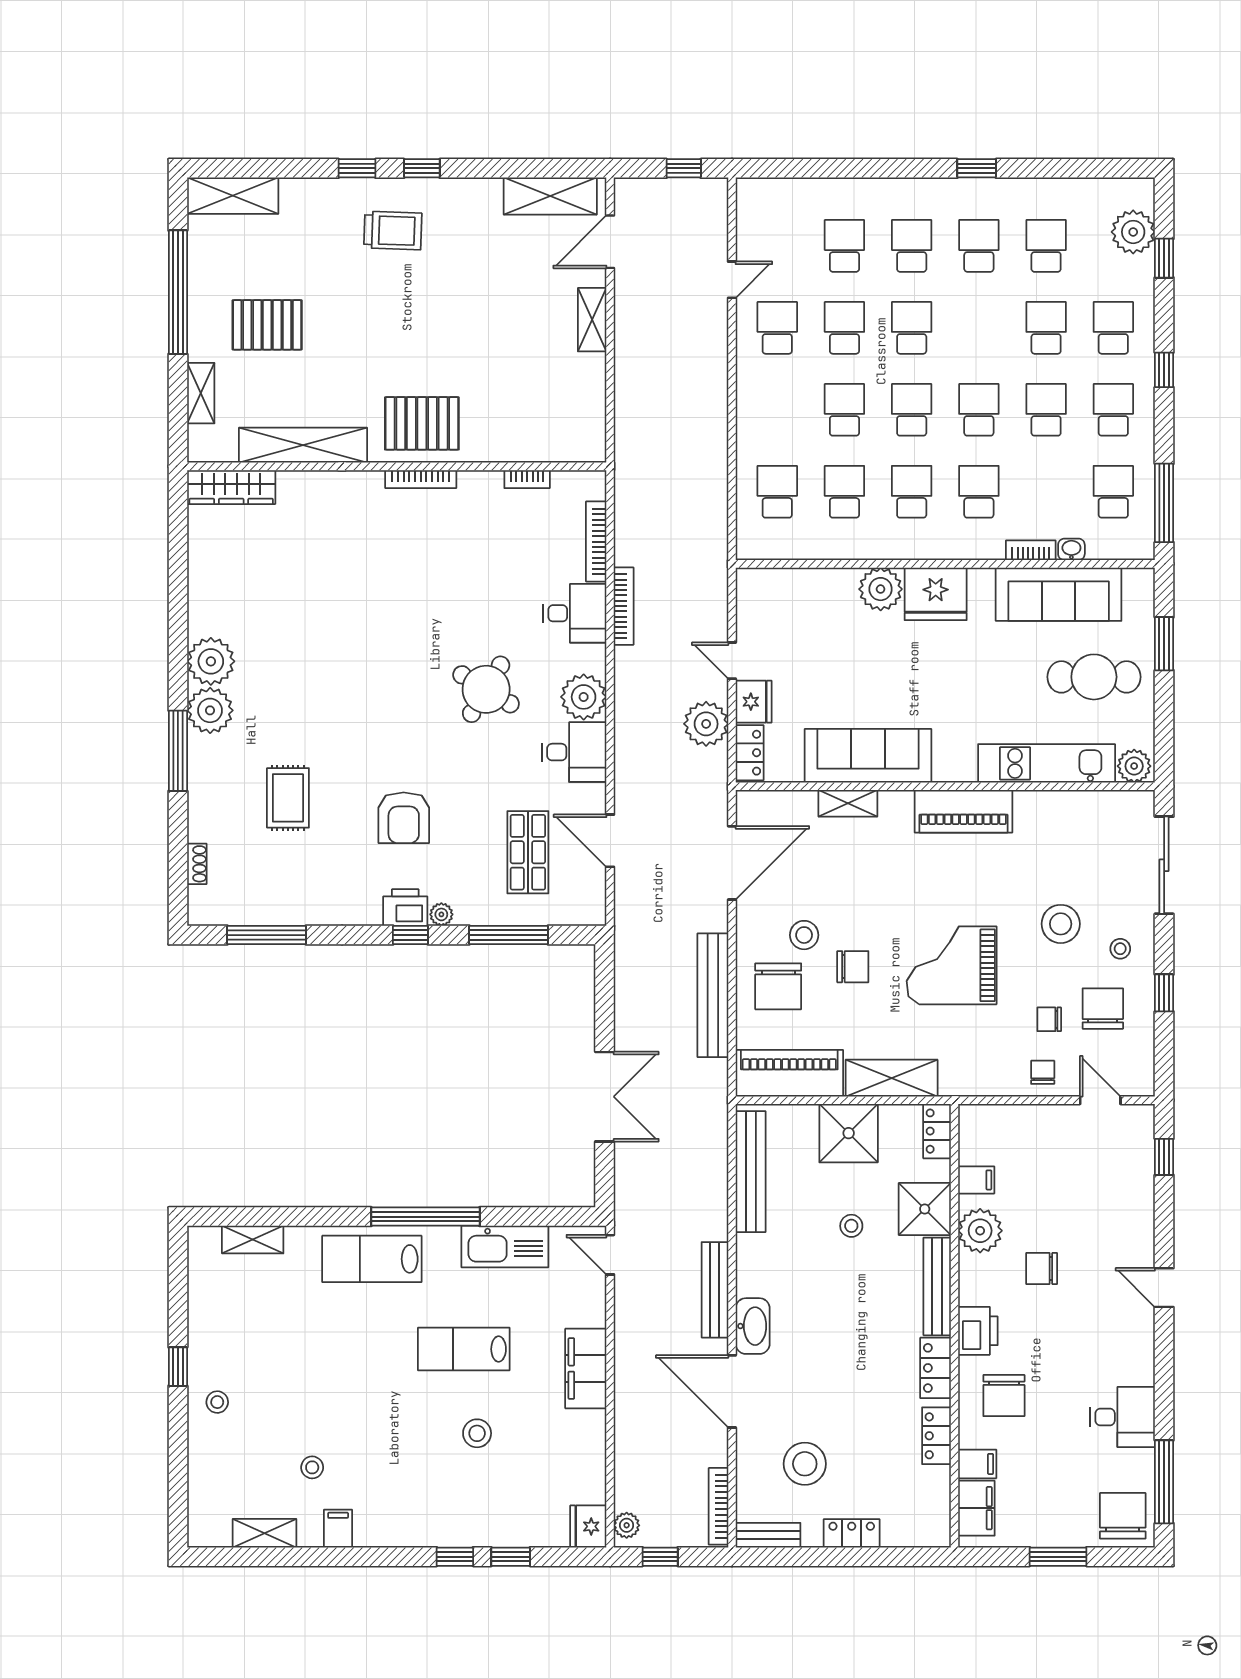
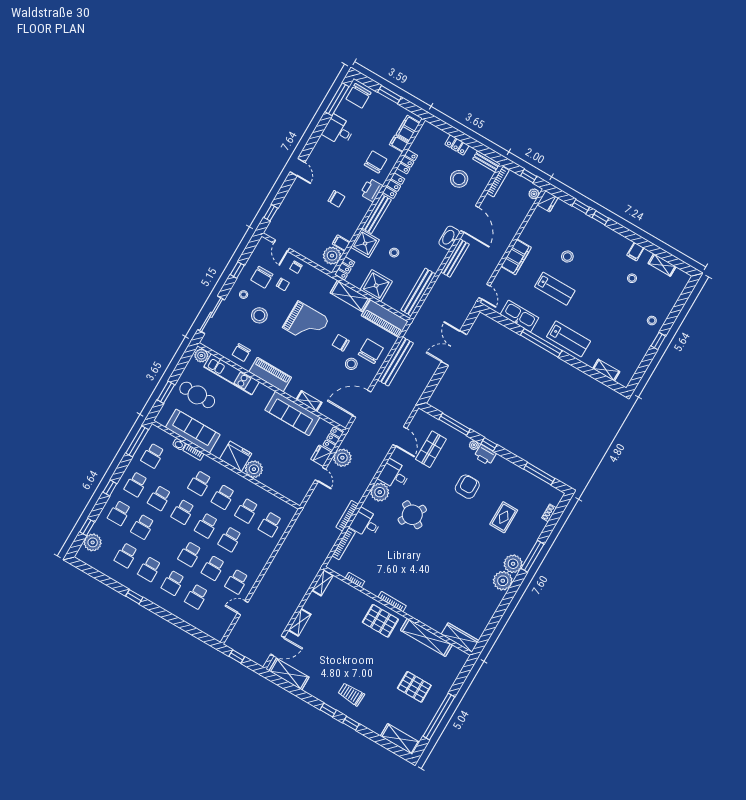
shelving: (201, 393) -> (322, 583), moved
chair: (1053, 822) -> (241, 352), added
plant: (980, 1231) -> (332, 256), moved

